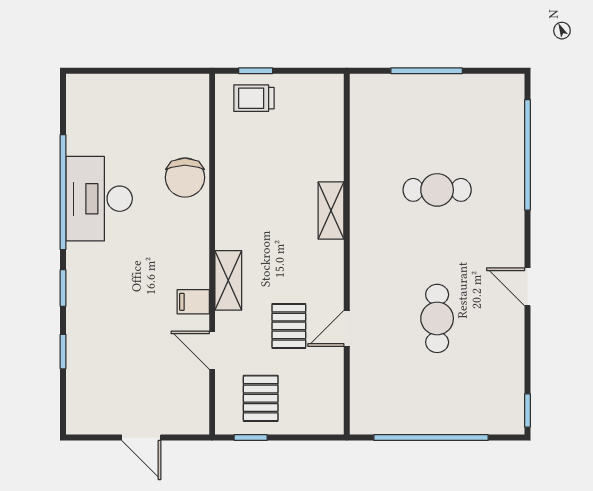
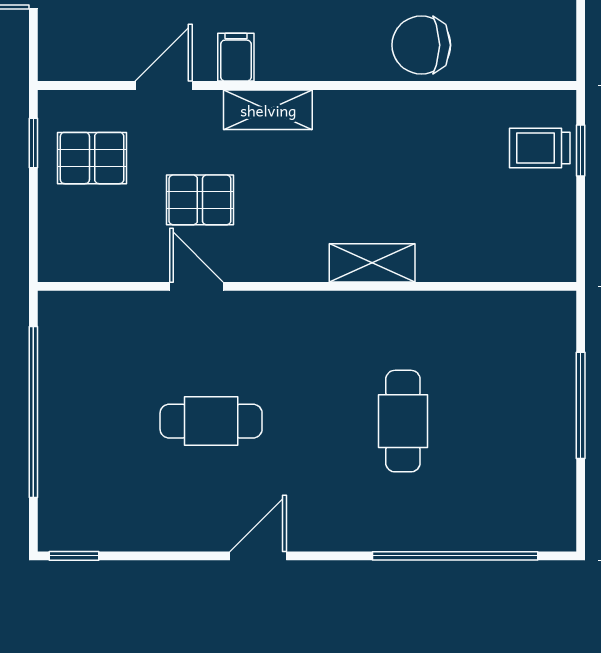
trolley: (254, 98) -> (540, 148), turned -90

